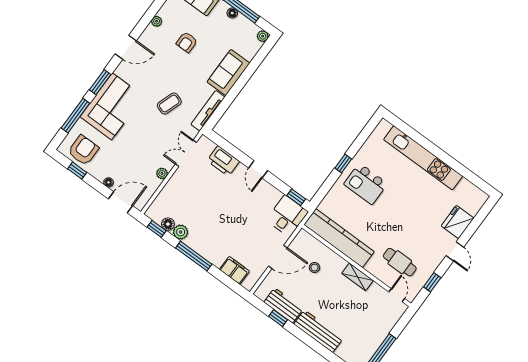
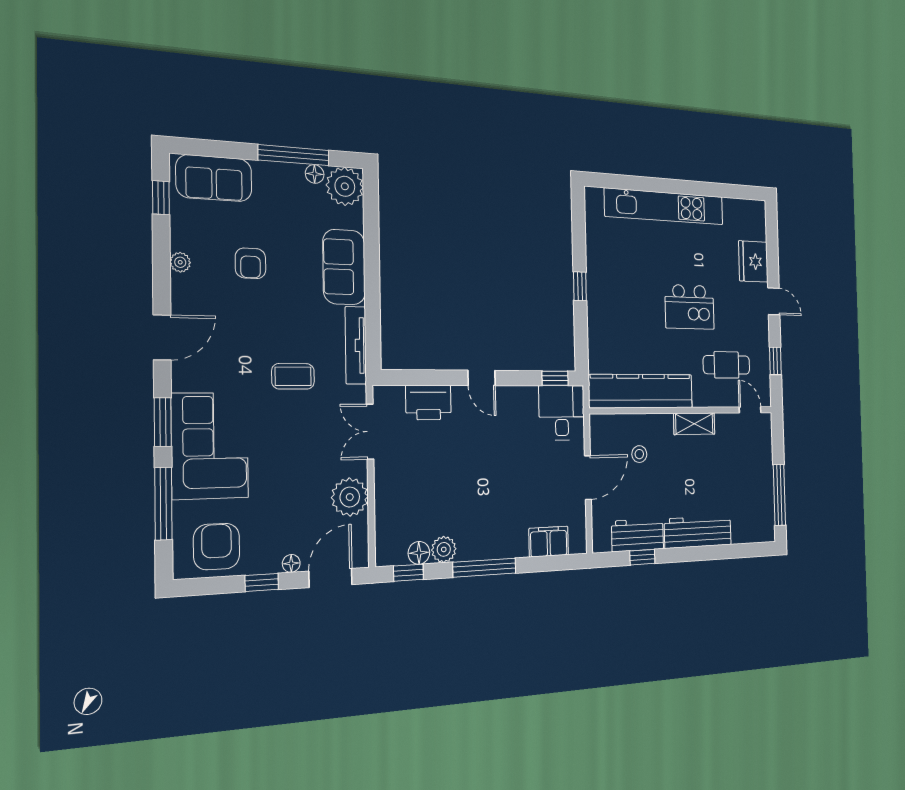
floor lamp: (232, 13) -> (315, 174), moved
plant: (263, 36) -> (345, 186), width x1.87, depth x1.87
coffee table: (169, 104) -> (293, 376), turned 71
window: (77, 171) -> (262, 582), moved
plant: (162, 173) -> (350, 497), width x1.88, depth x1.88
kitchen island: (366, 184) -> (690, 307), moved

